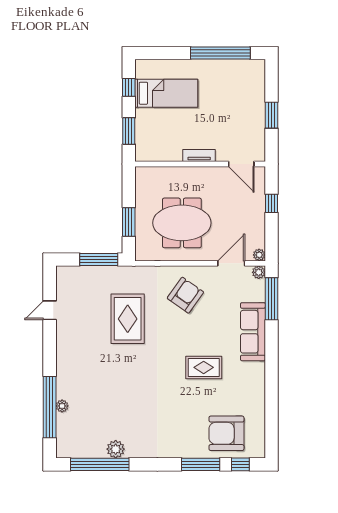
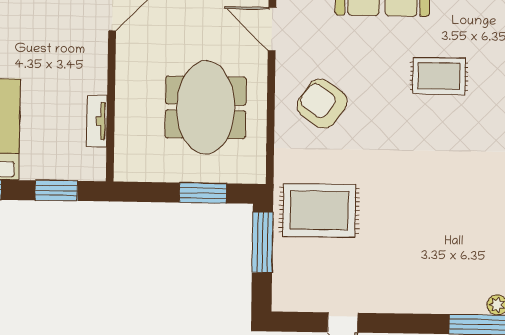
tv unit: (199, 156) -> (97, 121), moved
rug: (128, 319) -> (319, 210), moved
rug: (204, 367) -> (439, 76), turned 90

